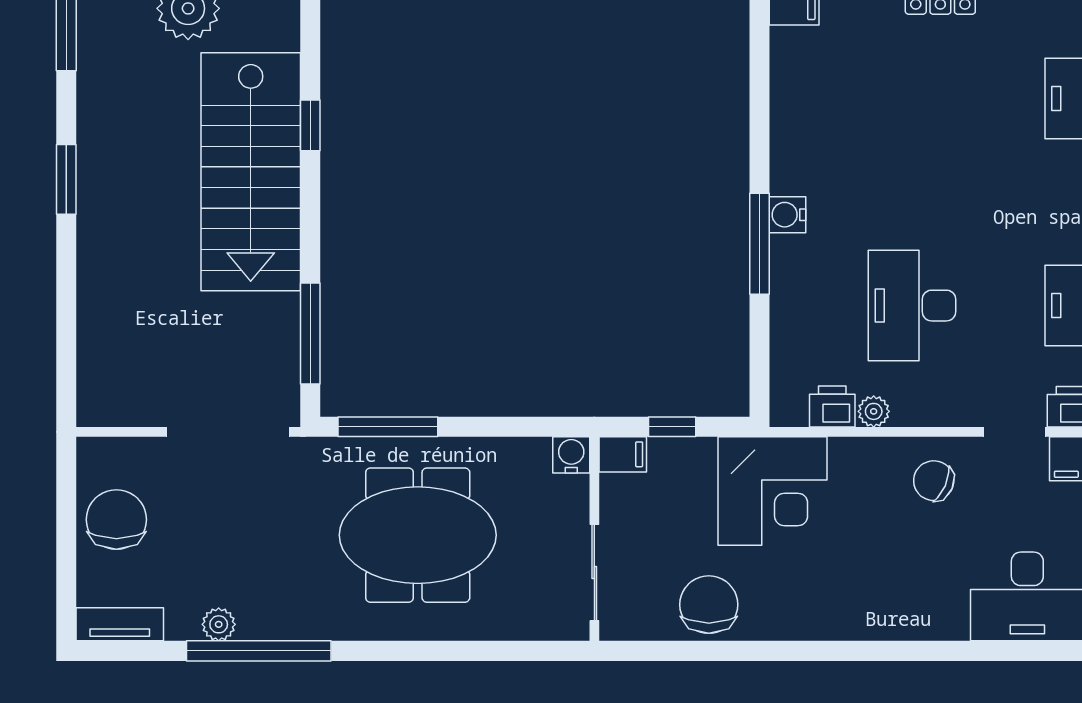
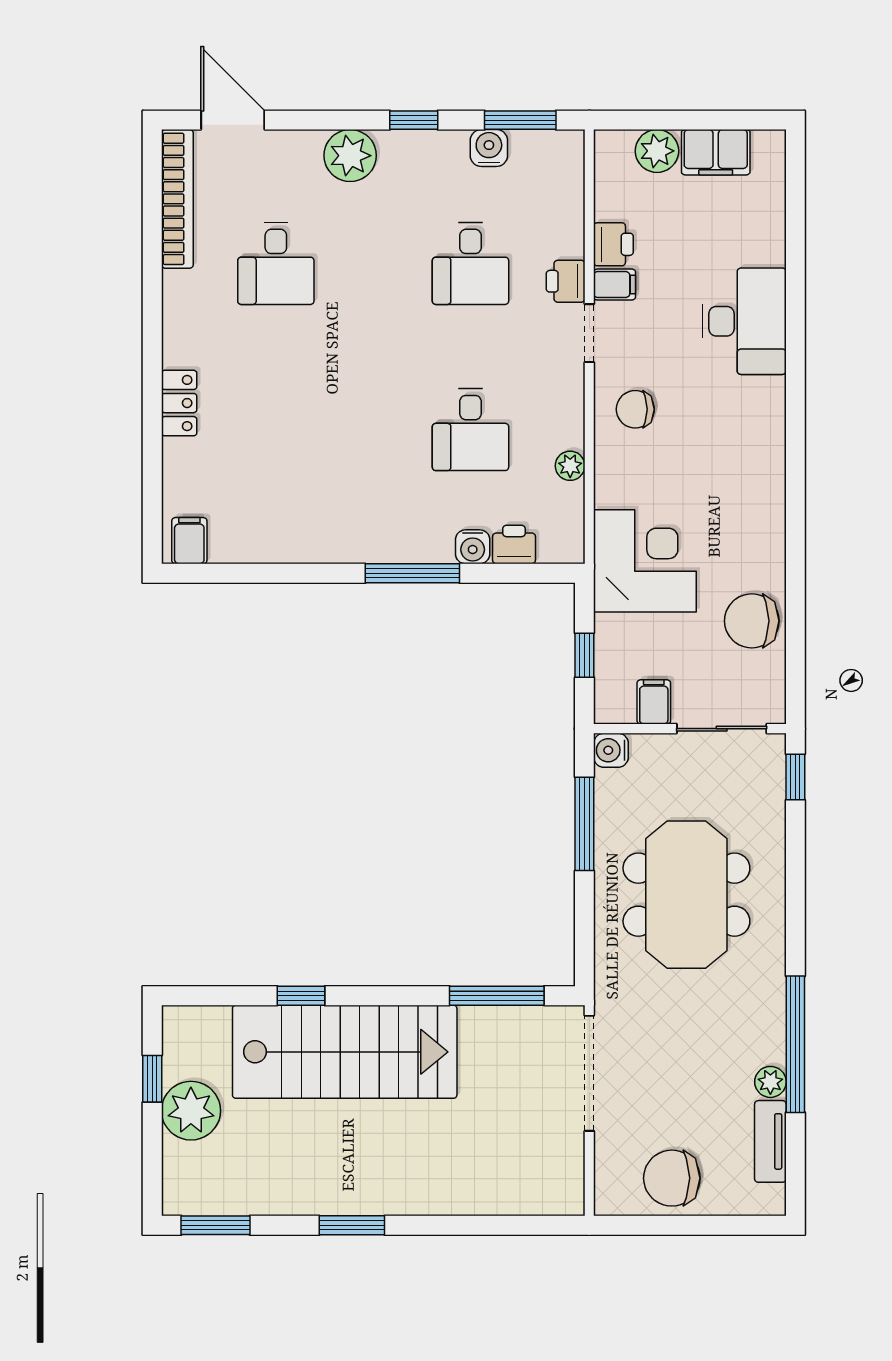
water cooler: (788, 215) -> (473, 547), moved
desk: (912, 306) -> (470, 430), width x0.73
printer: (832, 406) -> (514, 545), moved, turned 90
window: (388, 427) -> (584, 824), moved
filing cabinet: (623, 454) -> (654, 702), moved
chair: (934, 481) -> (635, 409), turned 66
tv unit: (120, 624) -> (770, 1141), moved
window: (543, 651) -> (795, 777), added

